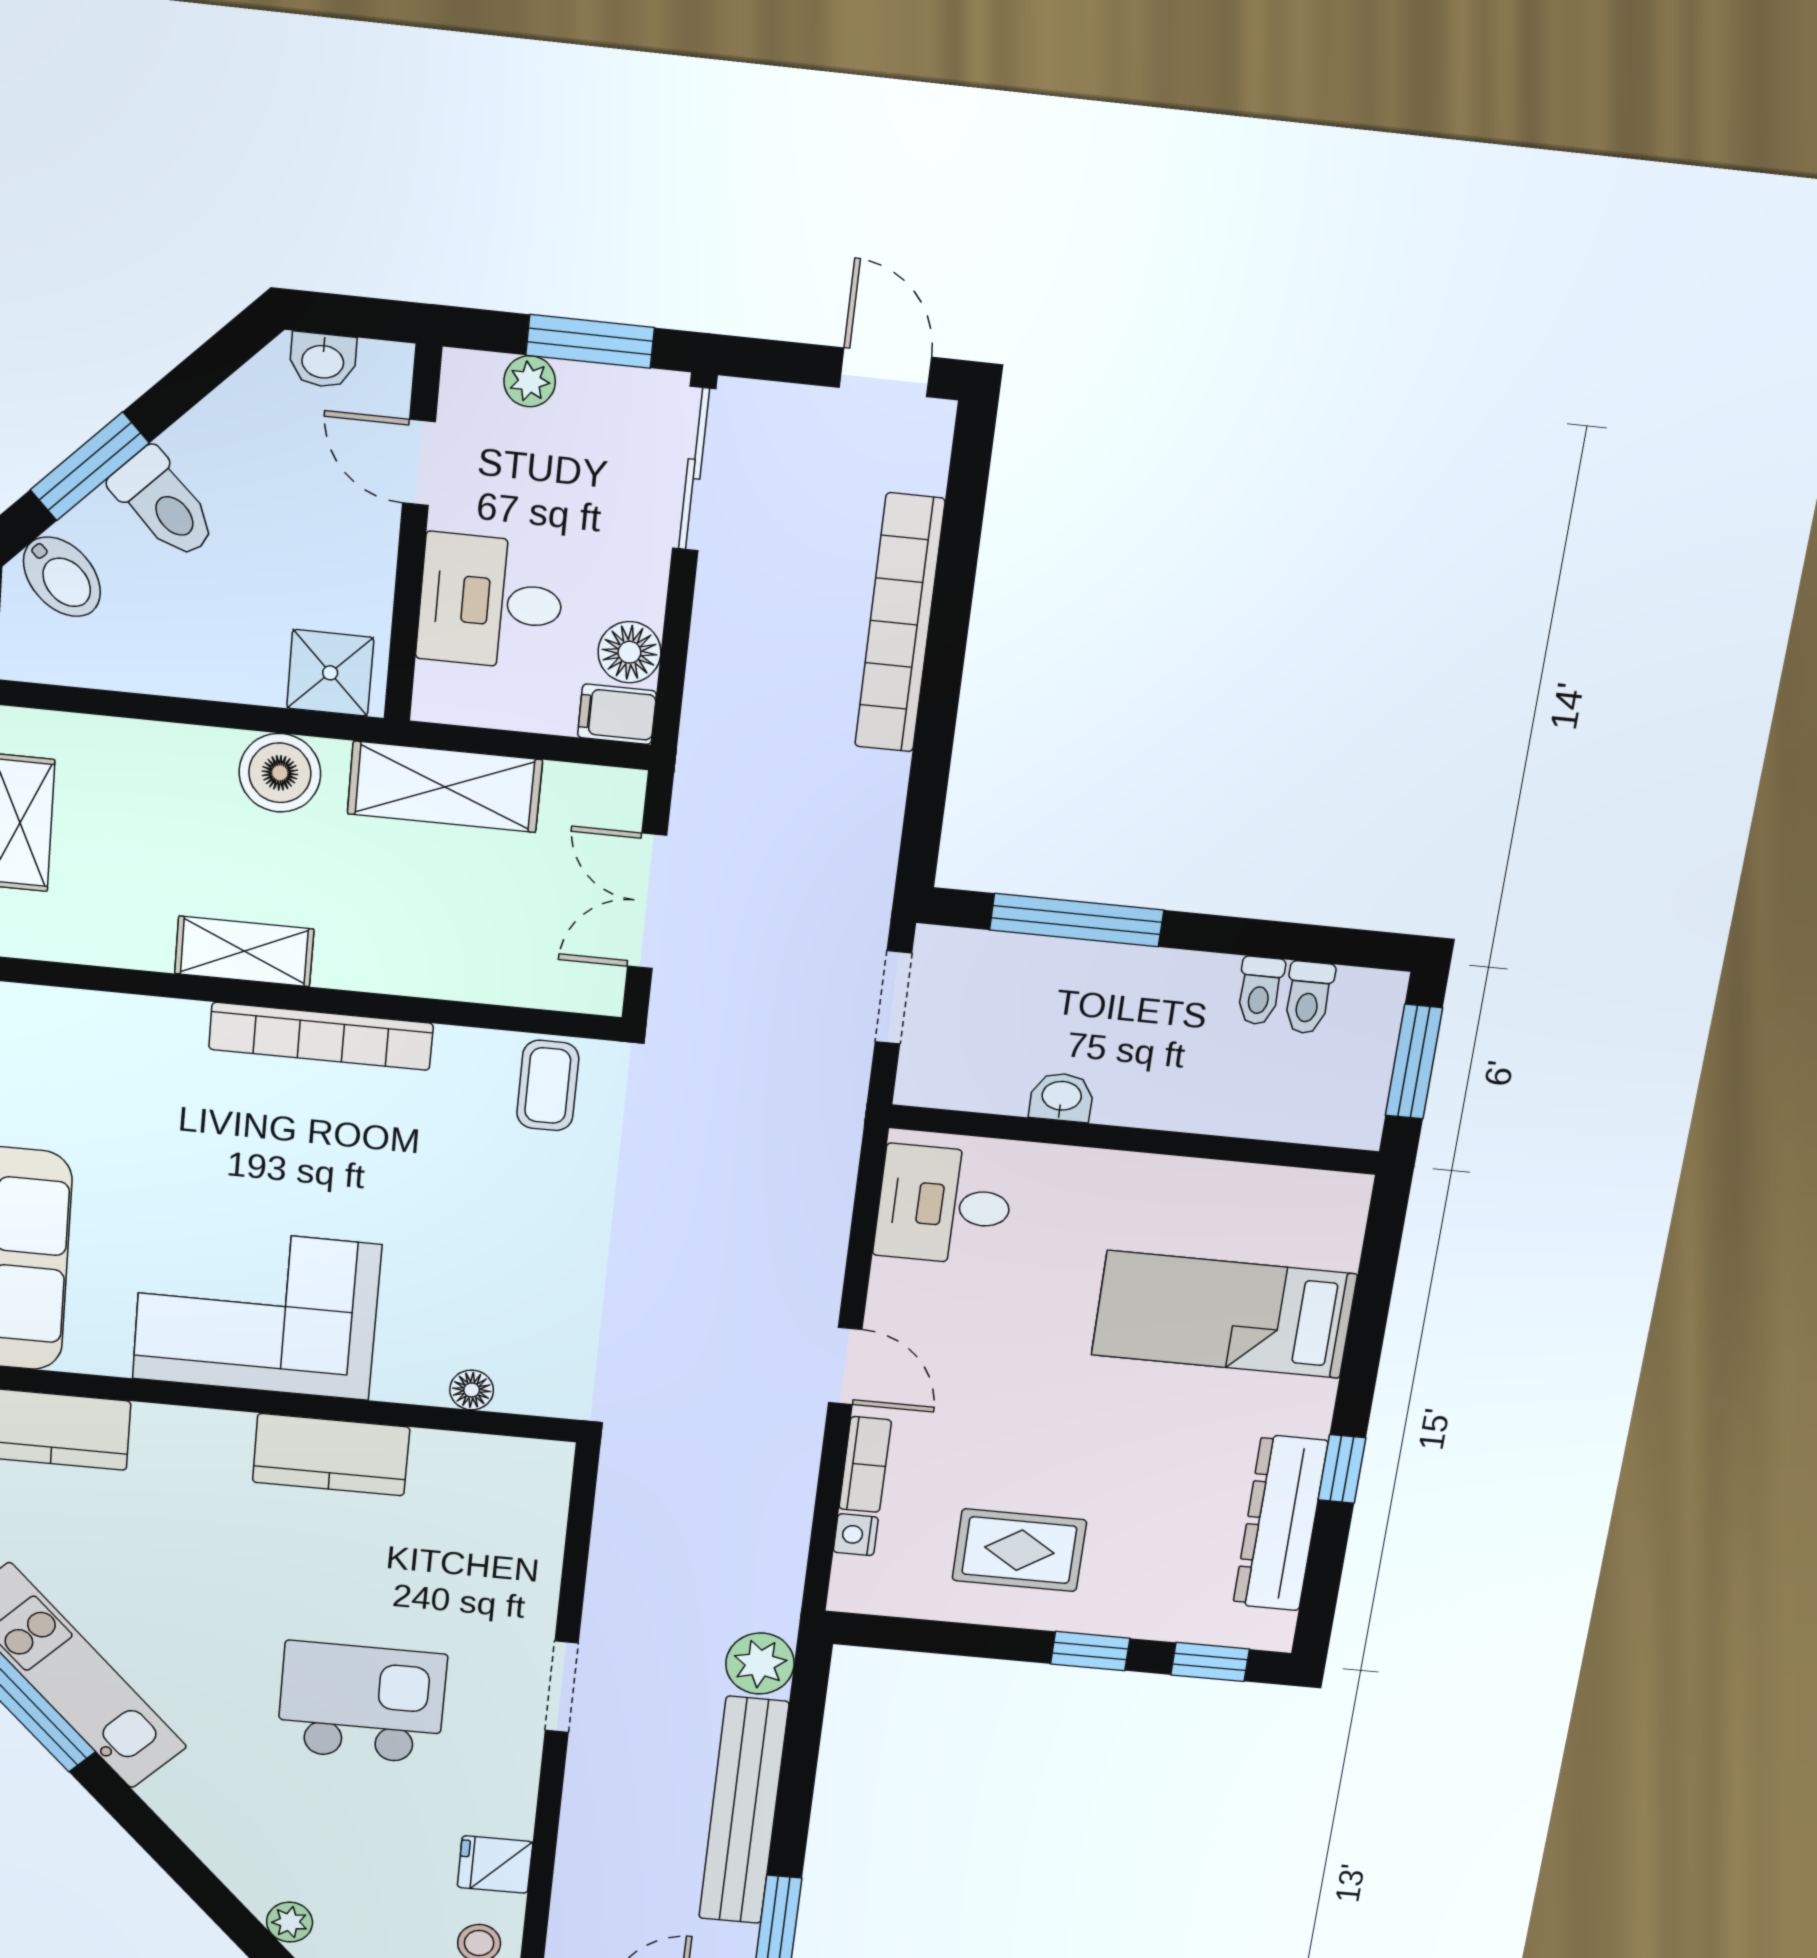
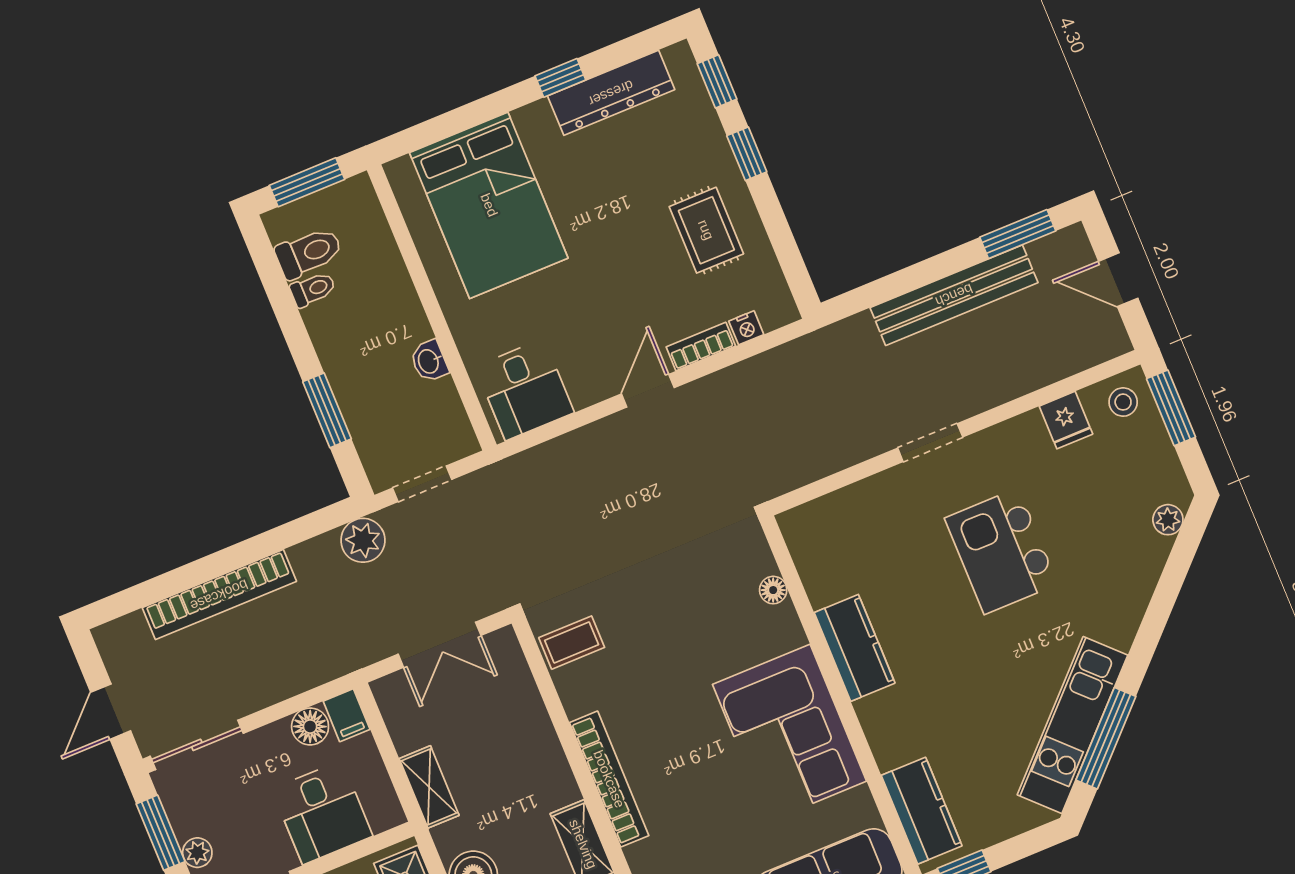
door: (885, 372) -> (111, 712), moved
shelving: (445, 787) -> (429, 787), width x0.67, depth x0.75
window: (1077, 920) -> (327, 410), width x0.69
toilet: (1308, 998) -> (309, 253), width x1.37, depth x1.39
bed: (1224, 1315) -> (489, 205), width x1.50
plant: (760, 1664) -> (363, 540), moved

